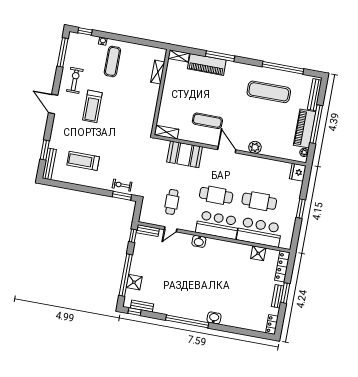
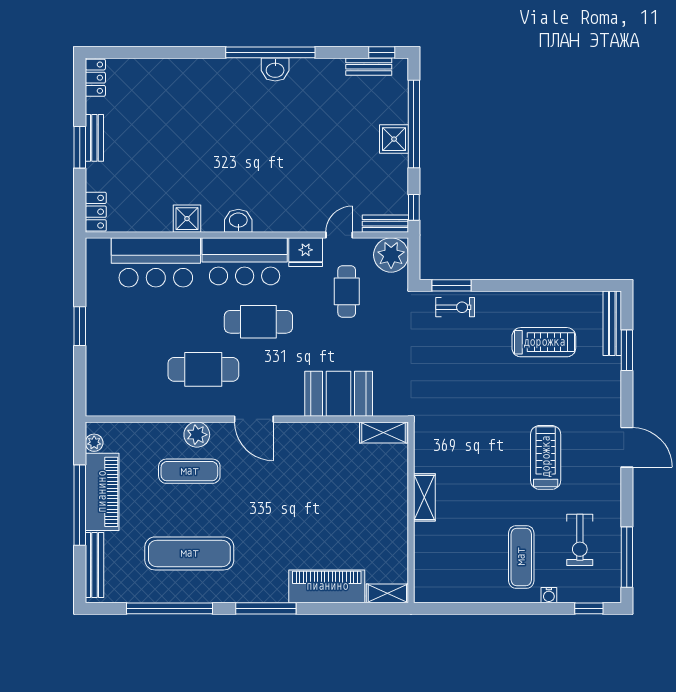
window: (220, 56) -> (266, 608), moved
shelving: (158, 72) -> (424, 497), moved
exercise bike: (75, 80) -> (580, 540), moved
exercise mat: (207, 121) -> (189, 471), moved
fridge: (298, 172) -> (306, 252), moved, turned 90
cafe table: (259, 201) -> (203, 369), moved
plant: (148, 215) -> (391, 255), added
washbasin: (199, 241) -> (238, 221), moved
shower: (258, 253) -> (187, 219), moved
locker: (282, 266) -> (96, 212), width x0.66
shower: (134, 282) -> (394, 139), moved
washbasin: (214, 318) -> (275, 70), moved

